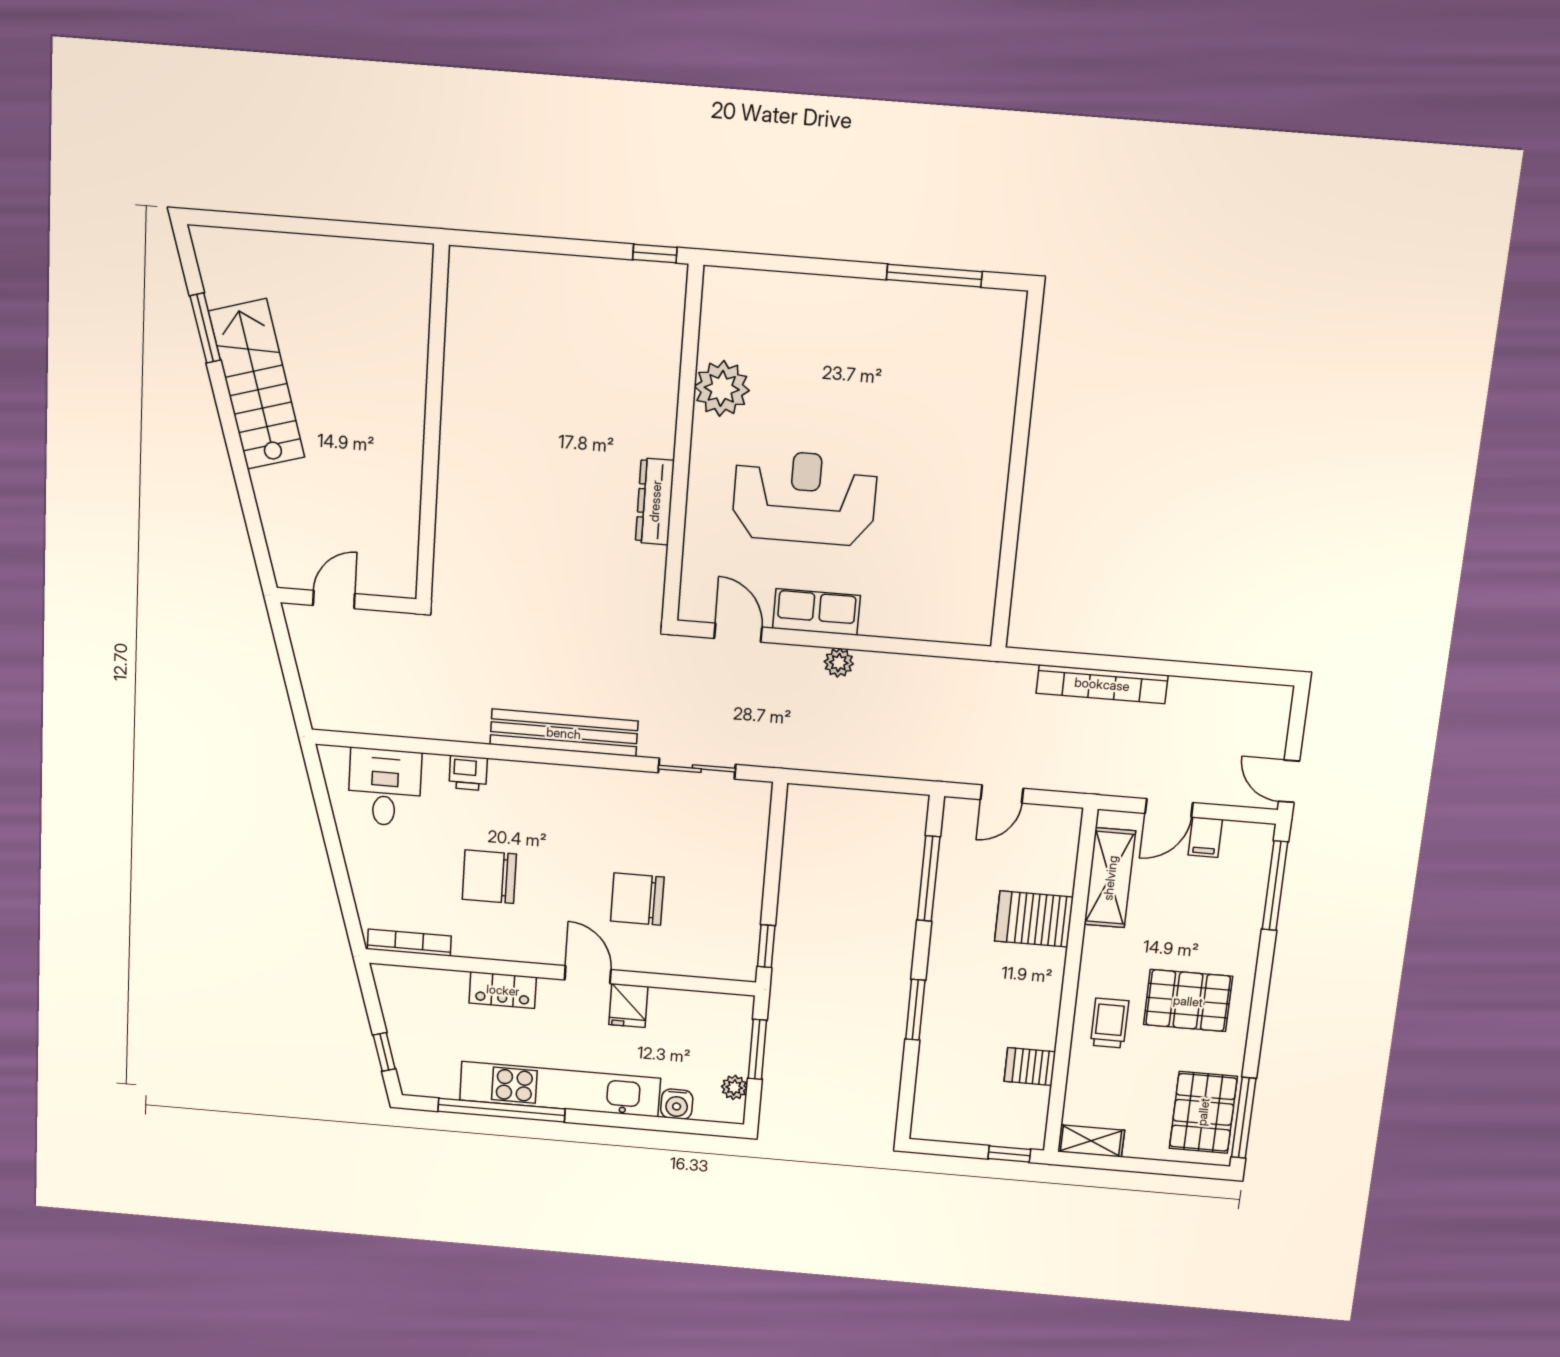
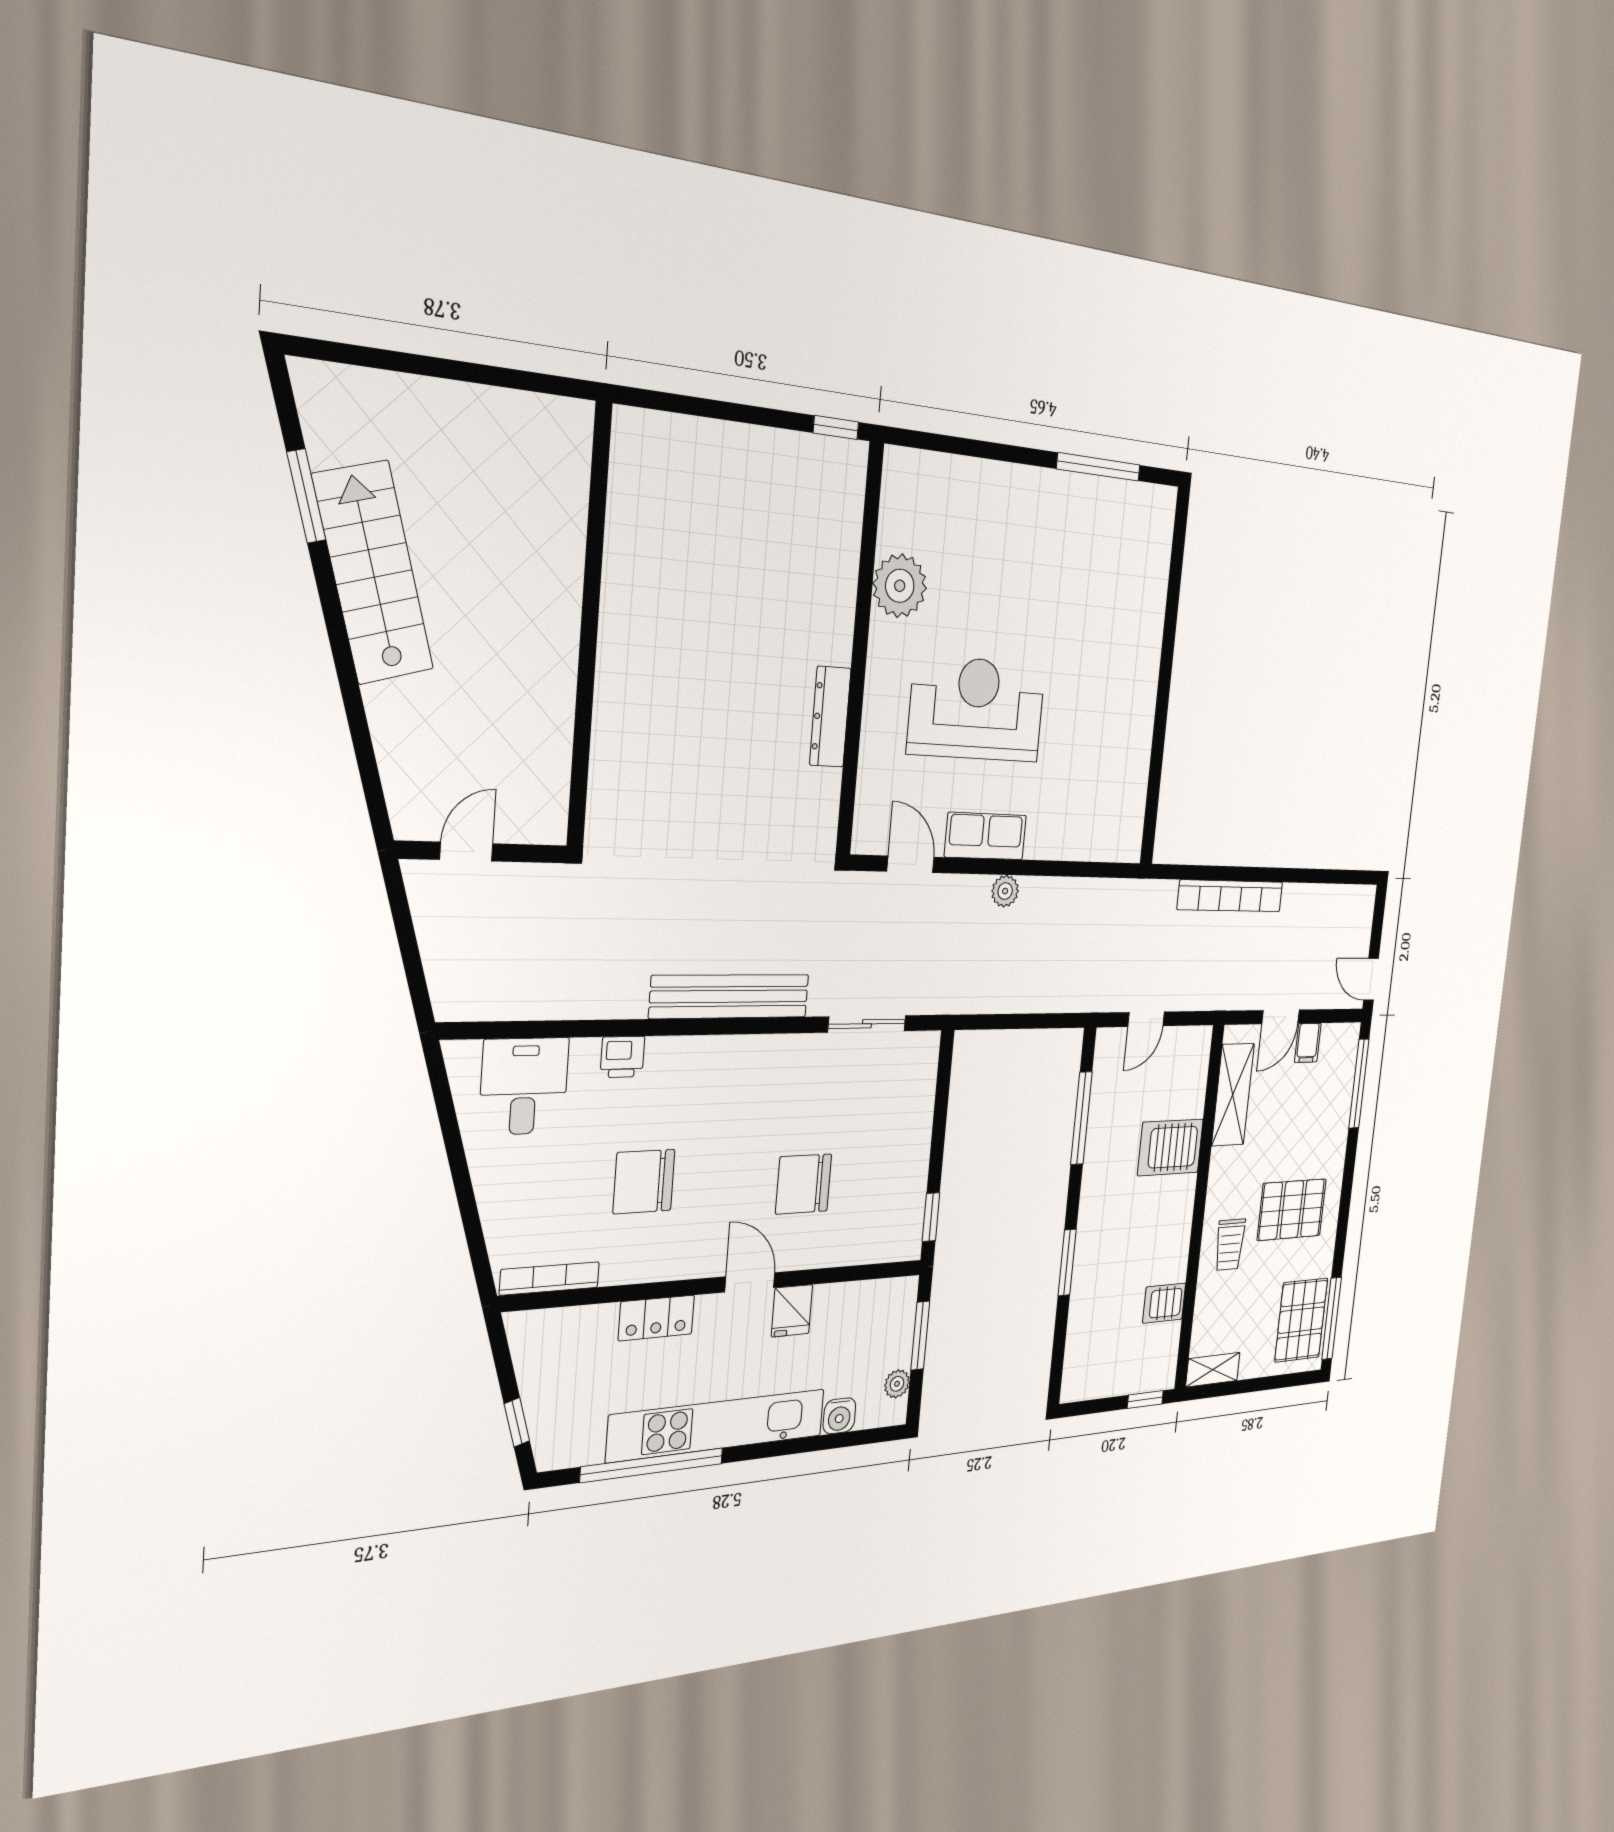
trolley: (1110, 1023) -> (1230, 1245), turned 180

